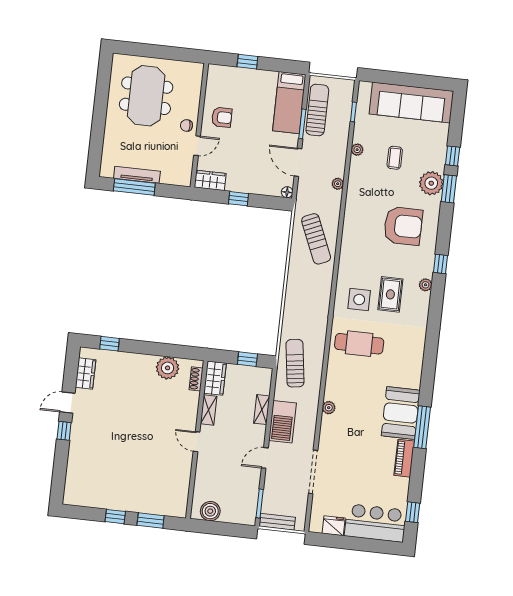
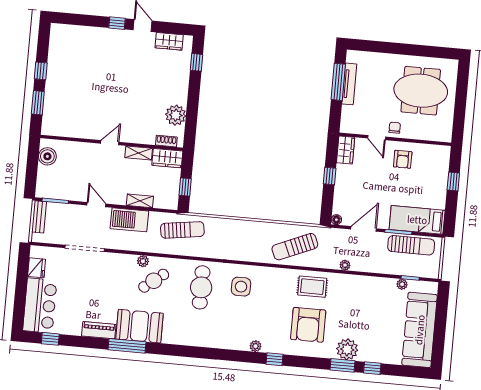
plant: (357, 150) -> (402, 284), moved
coffee table: (395, 158) -> (369, 316), removed
rug: (390, 294) -> (312, 287), moved
cafe table: (351, 396) -> (154, 281), added

